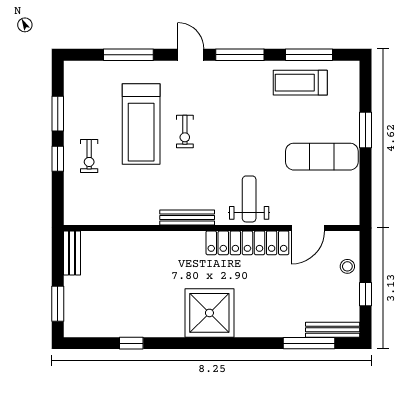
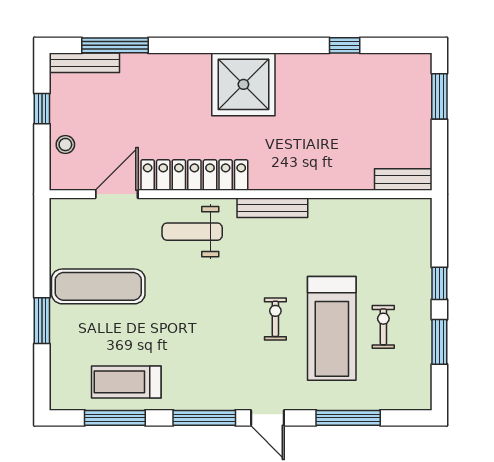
treadmill: (300, 83) -> (126, 382), turned 180
treadmill: (141, 124) -> (332, 328), turned 180
exercise bike: (89, 156) -> (383, 327), moved
weight bench: (249, 199) -> (192, 232), turned 90
bench: (72, 253) -> (403, 180), moved, turned 90

